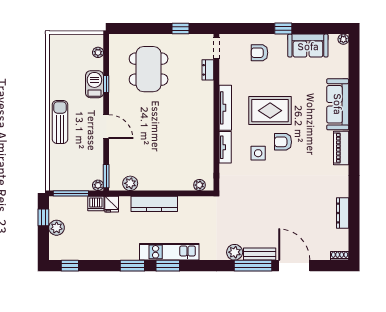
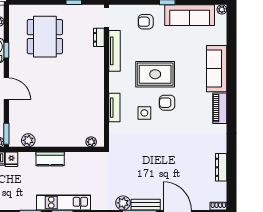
sofa: (308, 46) -> (190, 15), width x1.36
tv unit: (225, 108) -> (115, 51), moved
kitchen counter: (154, 204) -> (50, 159), width x0.67

